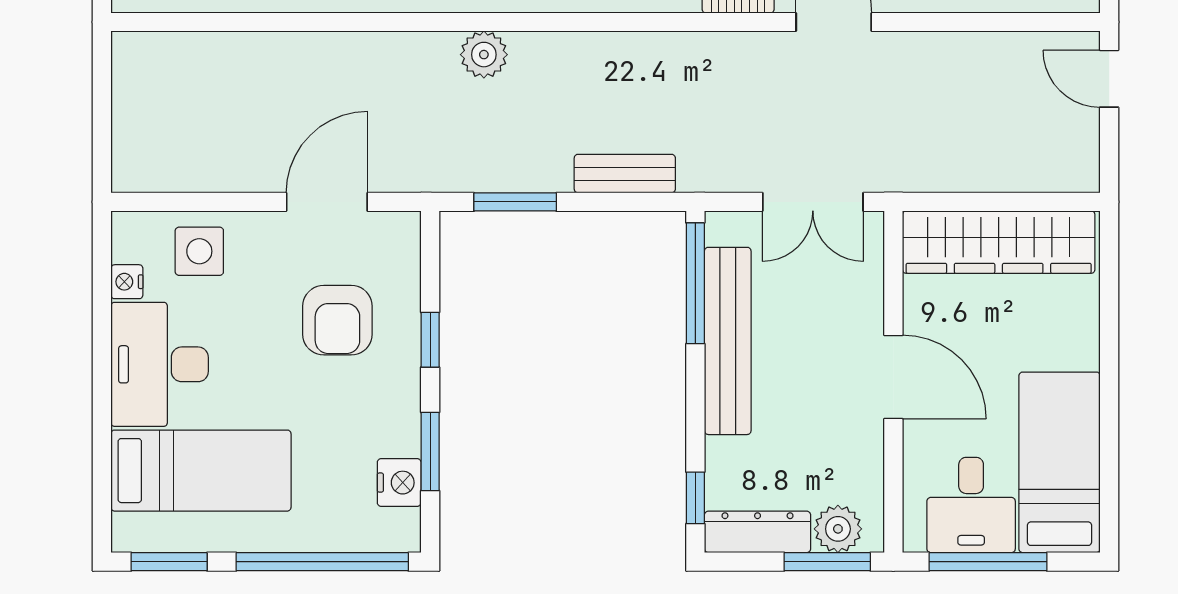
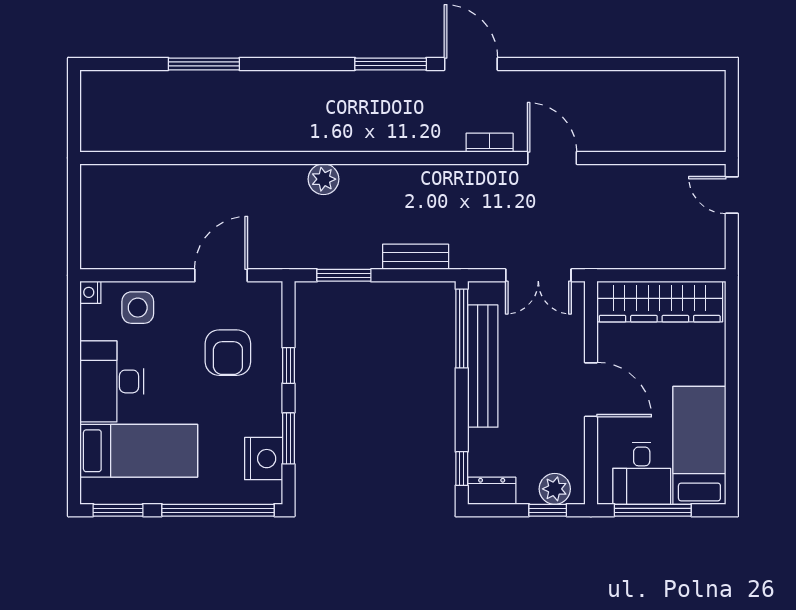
nightstand: (127, 282) -> (90, 292), moved
nightstand: (399, 483) -> (264, 459), width x1.36, depth x1.33
dresser: (758, 532) -> (492, 491), width x0.70
window: (827, 562) -> (548, 510), width x0.67

